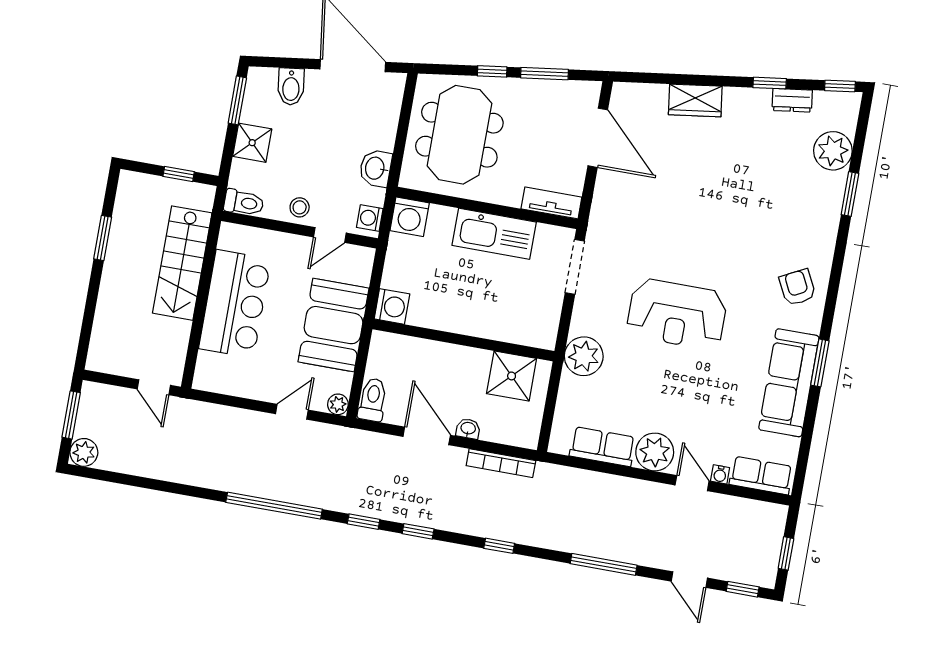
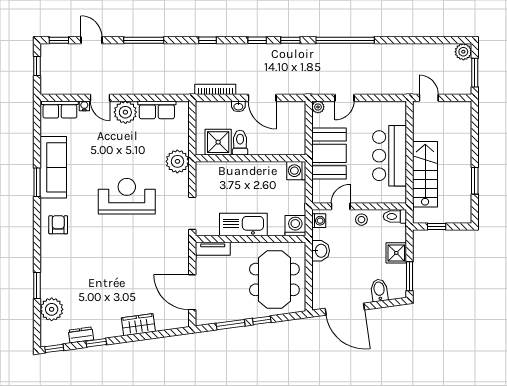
armchair: (797, 287) -> (58, 225), turned -153
toilet: (373, 400) -> (240, 143), moved, turned 180

